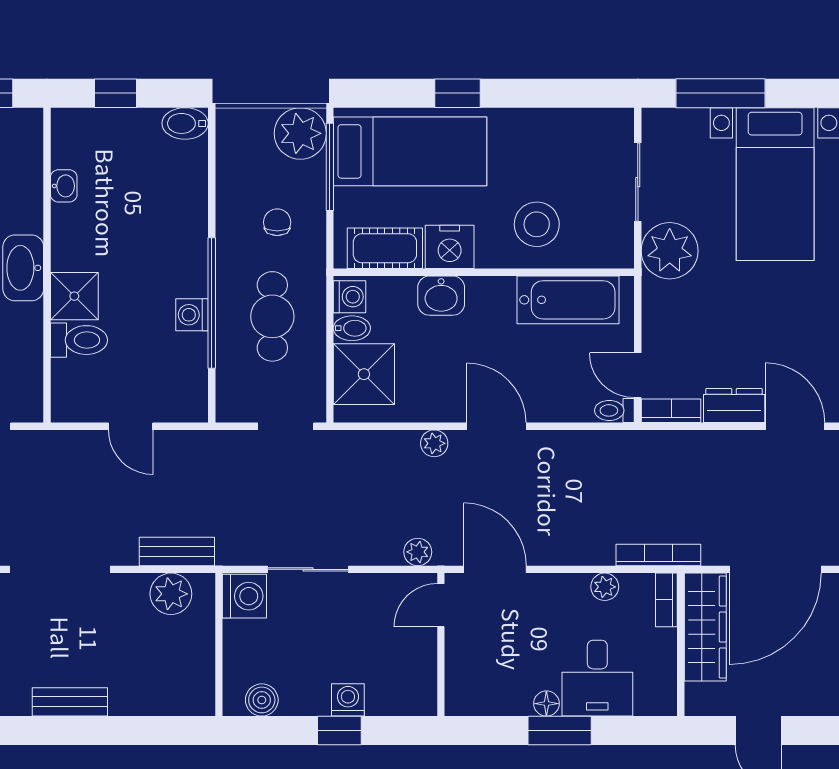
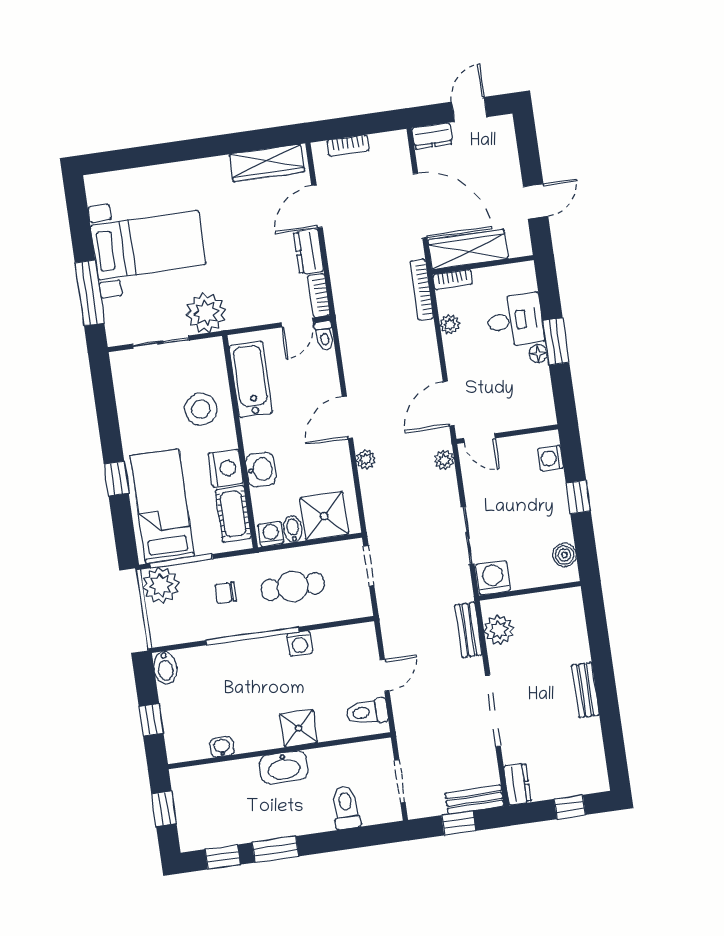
window: (212, 303) -> (252, 636), moved
toilet: (79, 340) -> (367, 712), moved, turned -90
washing machine: (348, 700) -> (551, 458), moved

